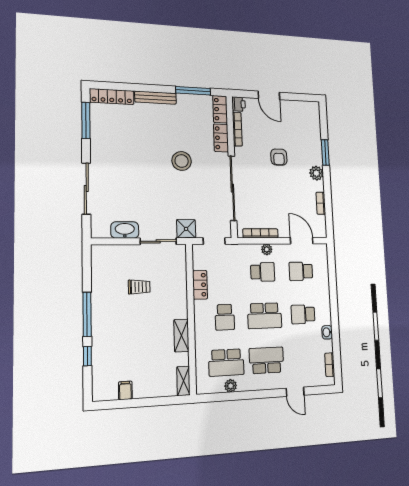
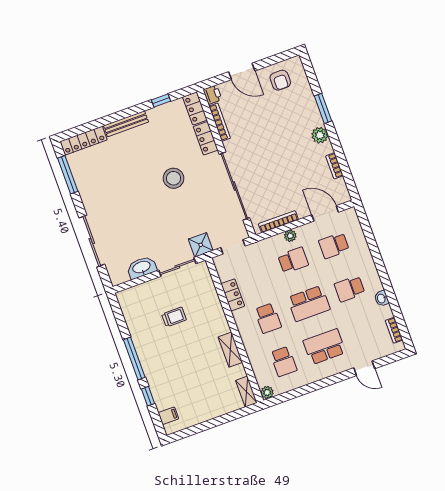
window: (193, 91) -> (161, 101), width x0.46
armchair: (279, 157) -> (280, 80), moved
school desk: (226, 362) -> (284, 361), width x0.54
plant: (231, 386) -> (267, 392), moved
filing cabinet: (125, 390) -> (168, 416), moved, turned 90

